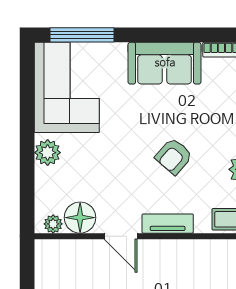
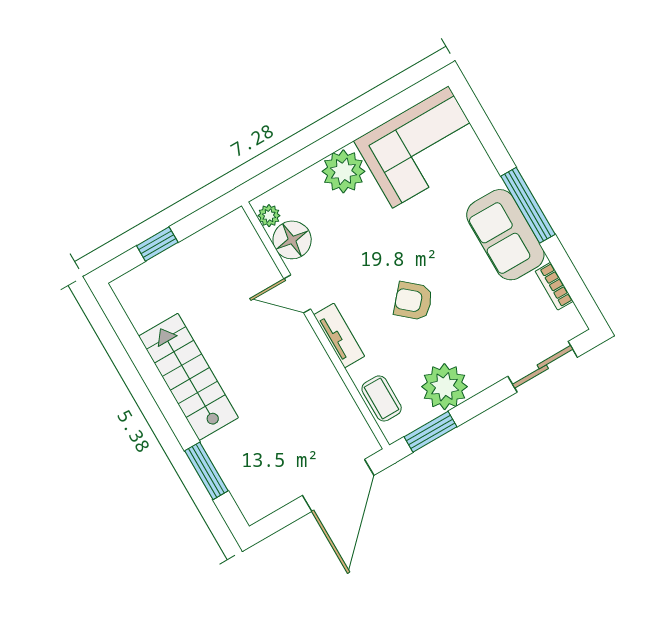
window: (82, 35) -> (528, 205), moved
plant: (48, 153) -> (343, 171), width x1.36, depth x1.36
door: (121, 236) -> (297, 294), hinge flipped

